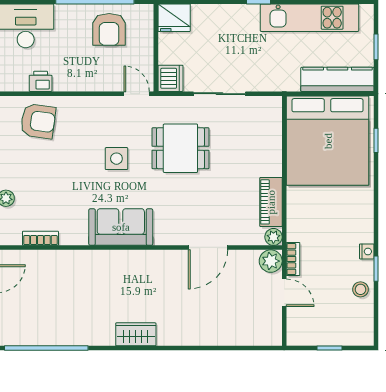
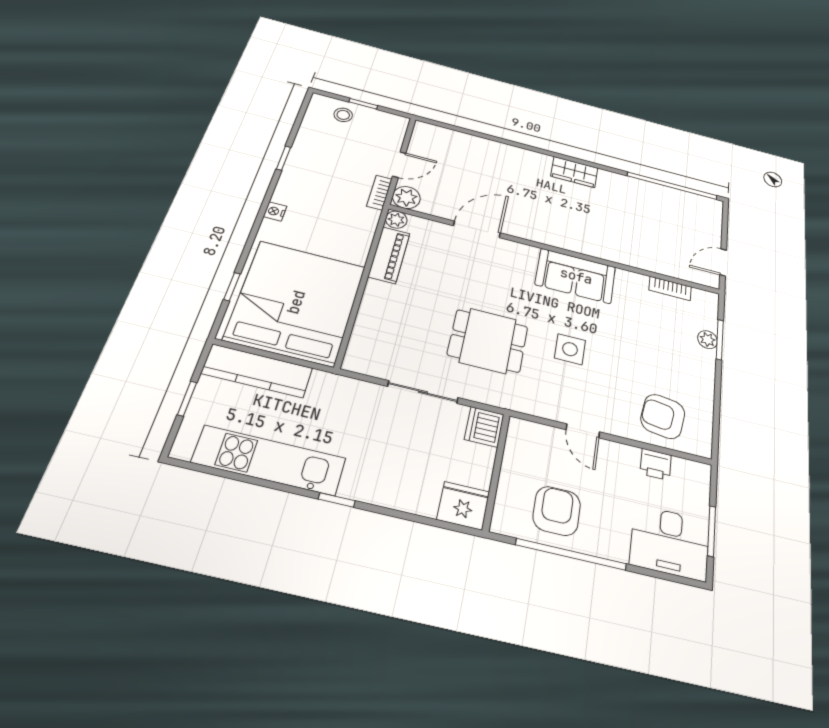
door: (137, 94) -> (583, 431), moved
nightstand: (367, 251) -> (275, 211), moved
stool: (360, 289) -> (343, 115), moved
door: (284, 293) -> (399, 165), swing flipped

